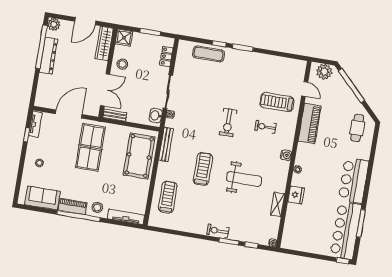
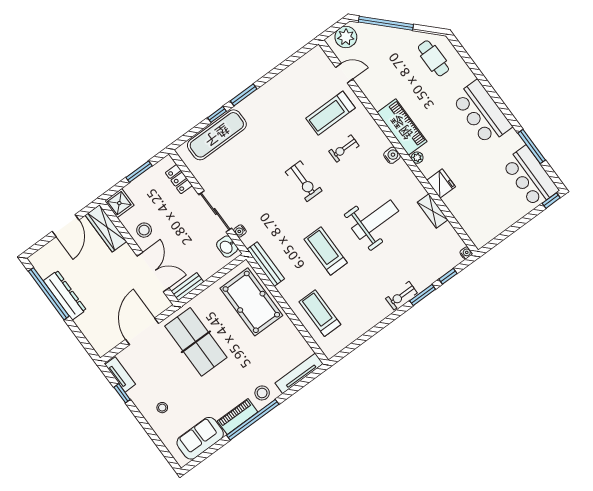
plant: (54, 24) -> (39, 260), removed
exercise mat: (209, 54) -> (217, 135), width x1.36, depth x1.45
piano: (310, 123) -> (402, 127), moved
bar counter: (346, 231) -> (530, 177), width x0.73

